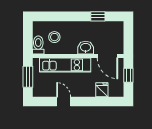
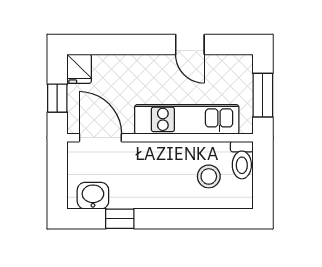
washbasin: (86, 48) -> (93, 196), moved, turned 180
fridge: (102, 90) -> (79, 69), moved

